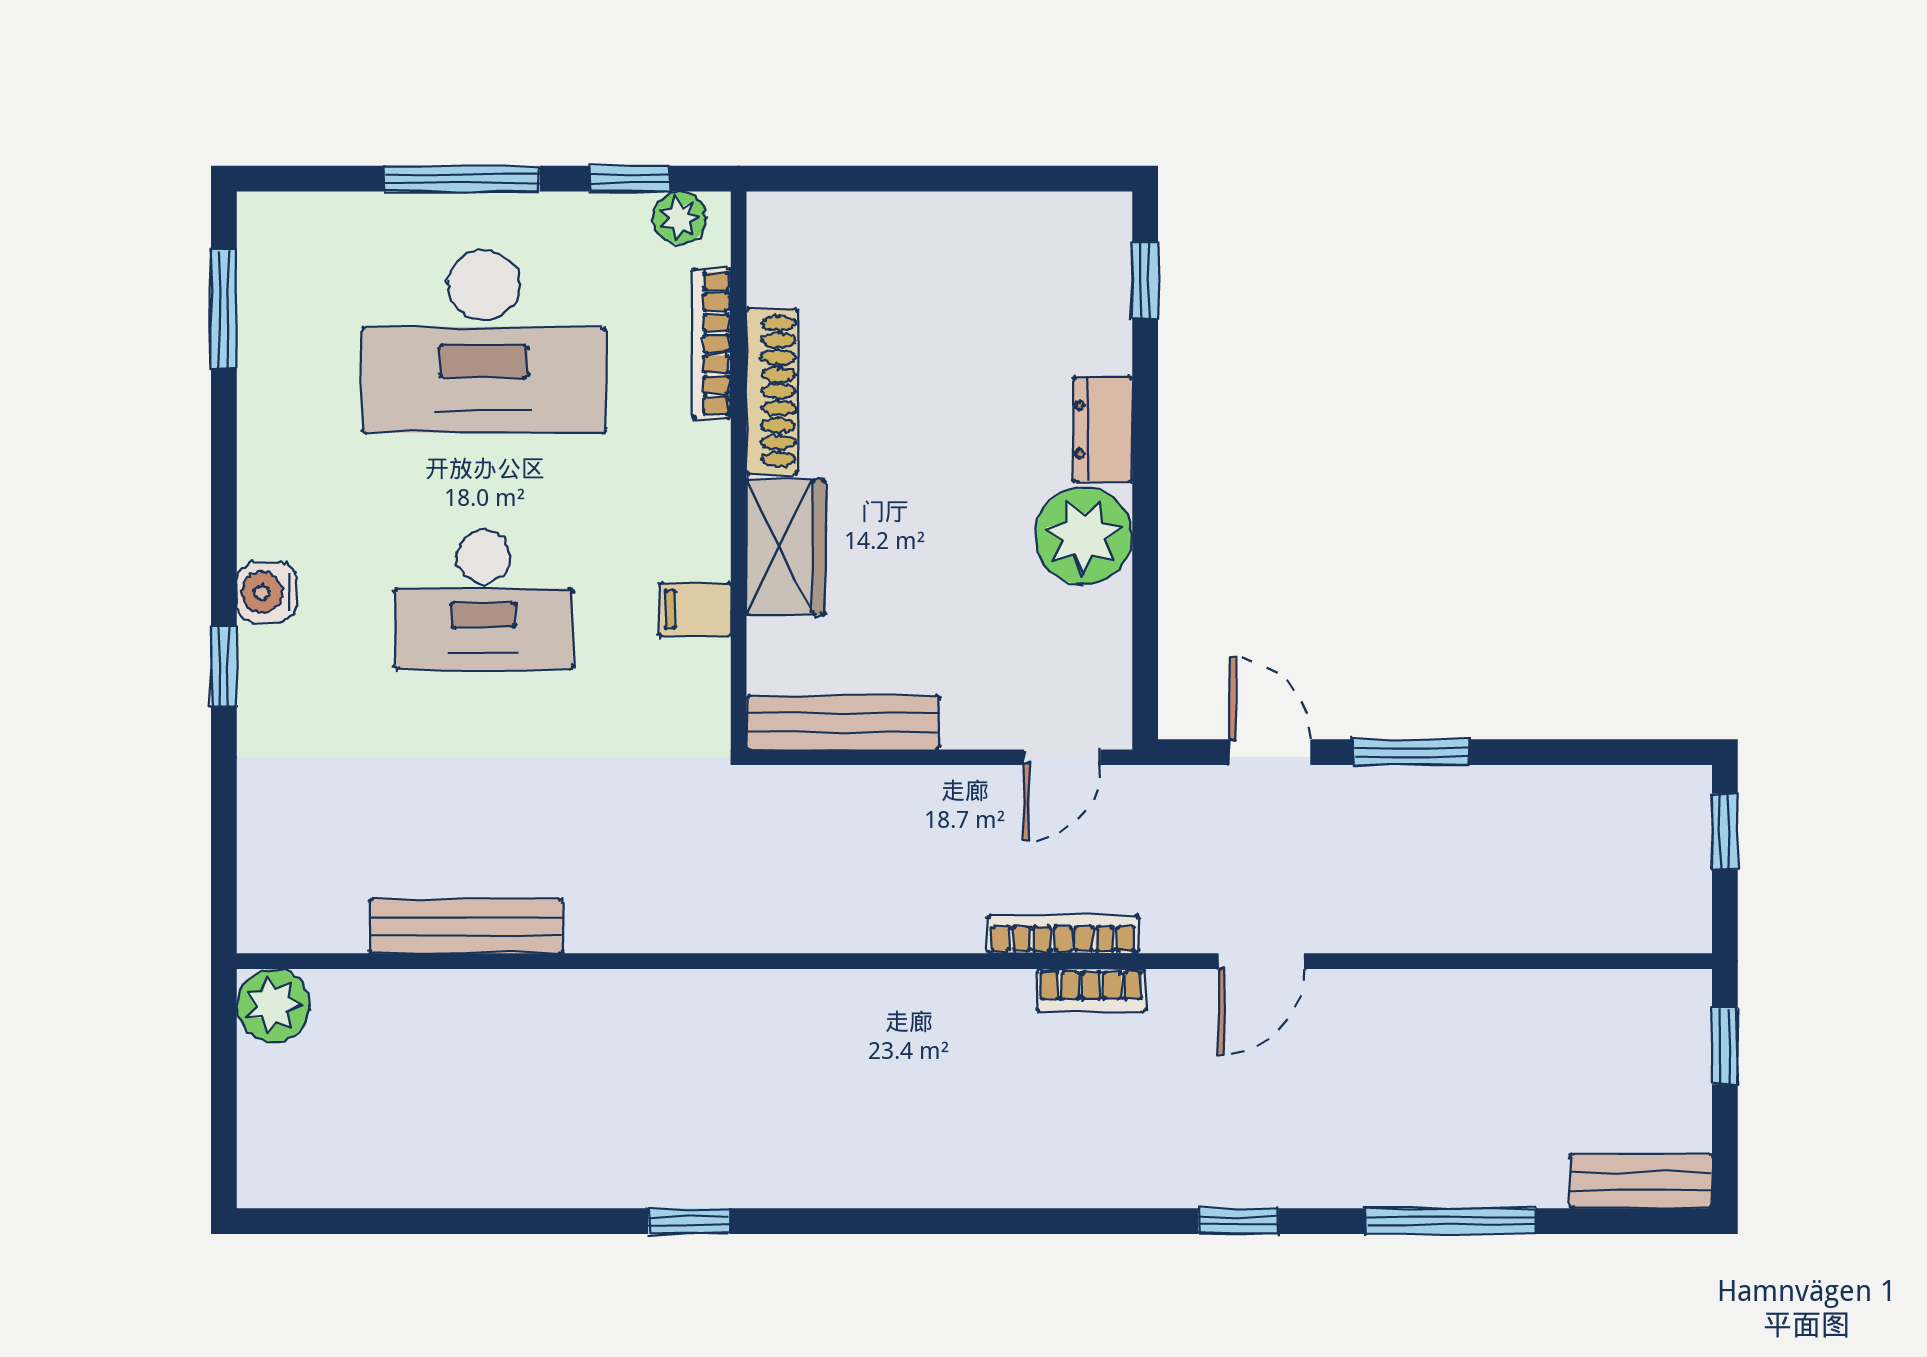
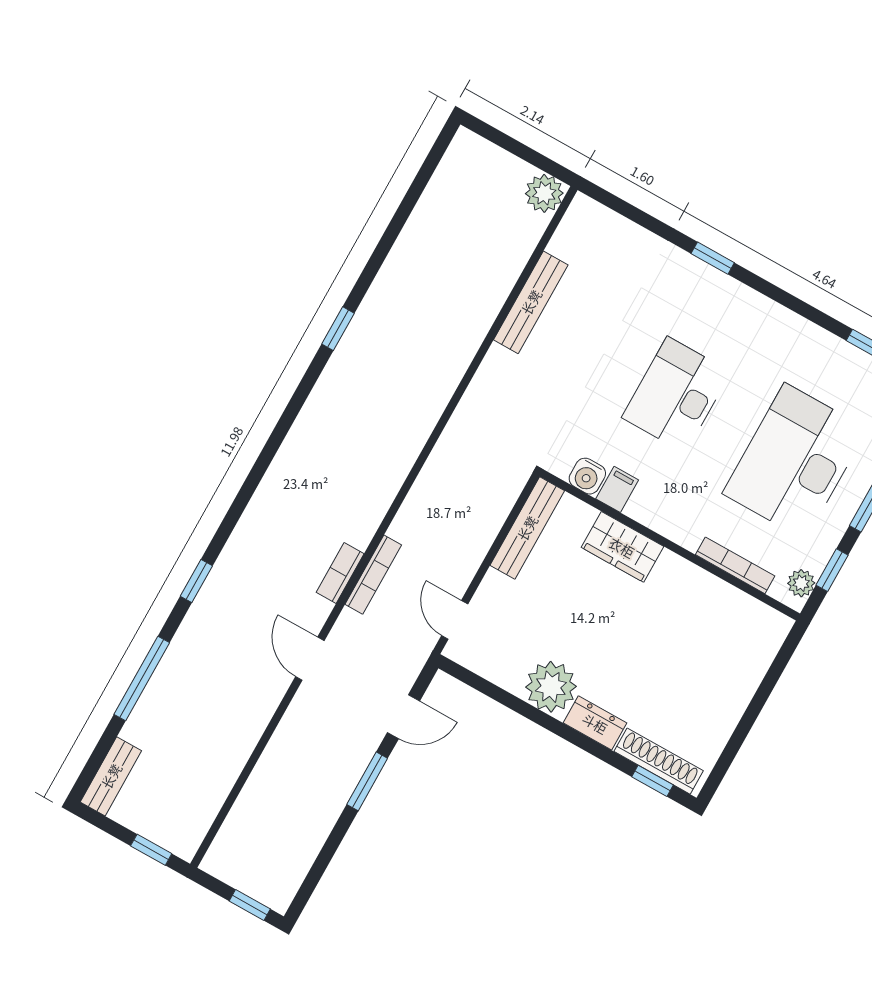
shoe rack: (772, 391) -> (659, 761), moved, turned 180
water cooler: (266, 593) -> (587, 476), moved, turned 180

